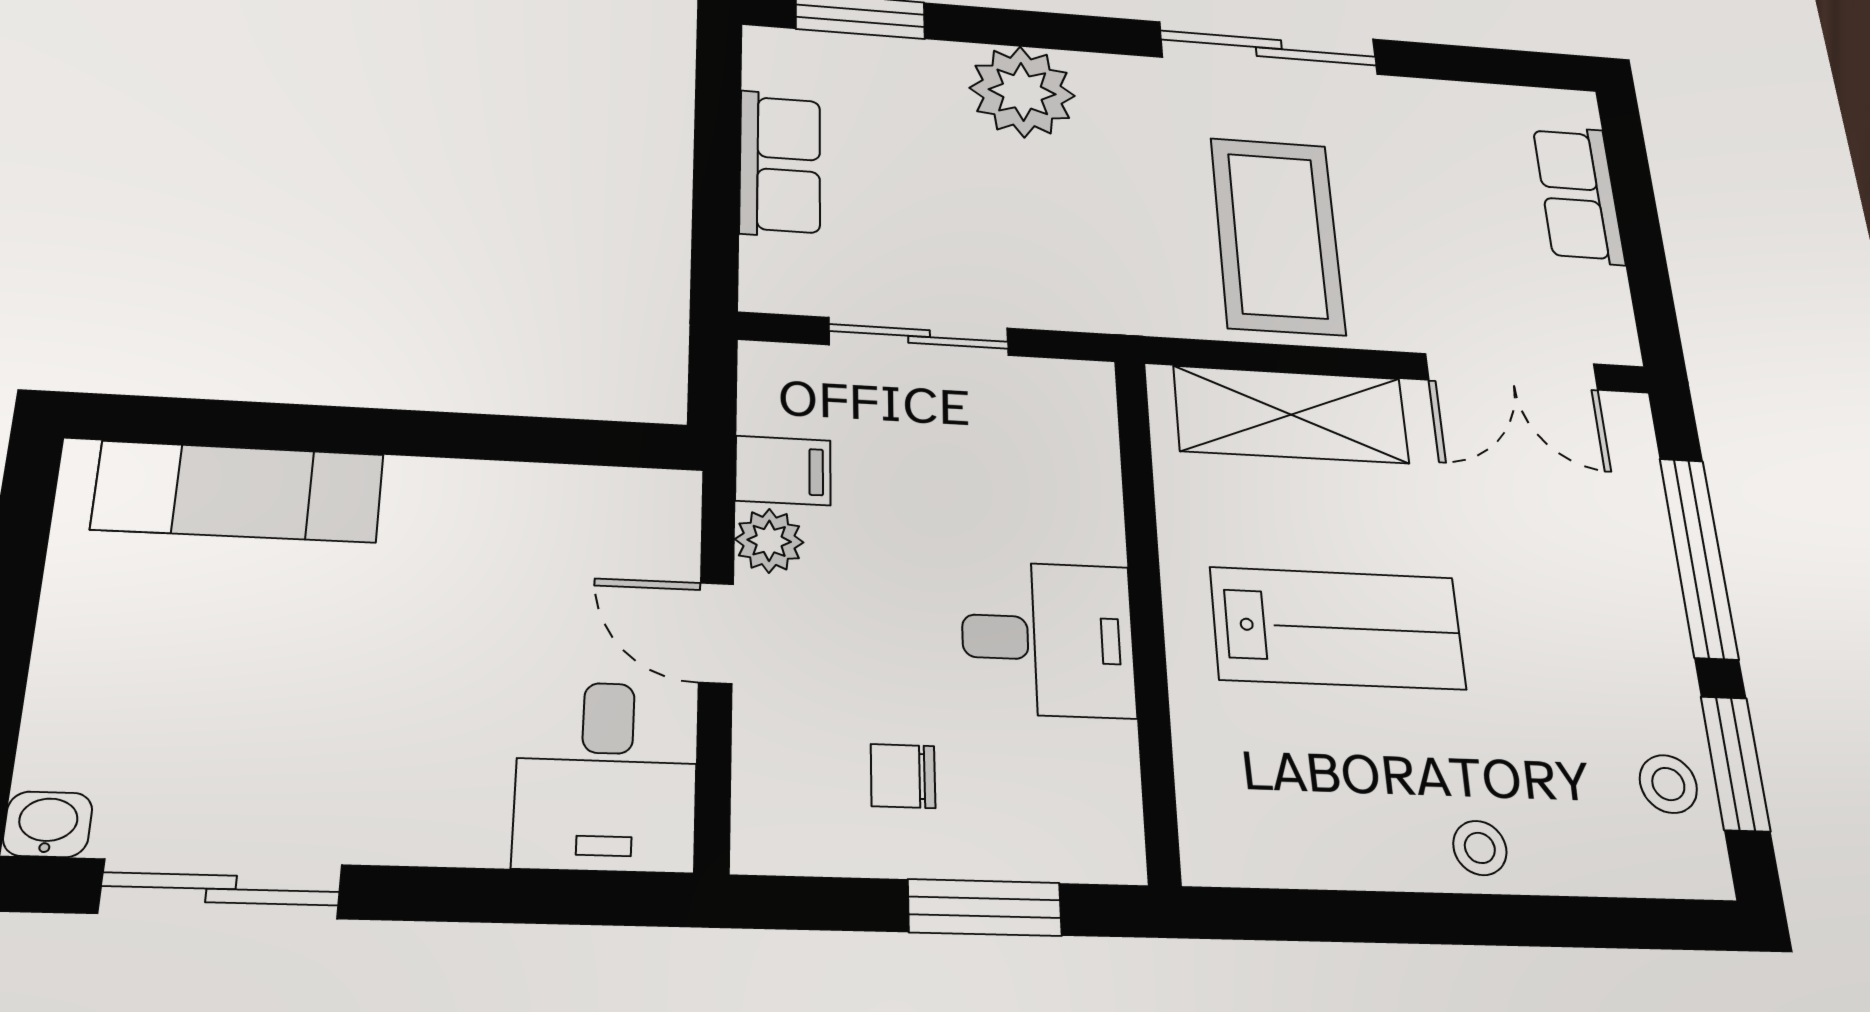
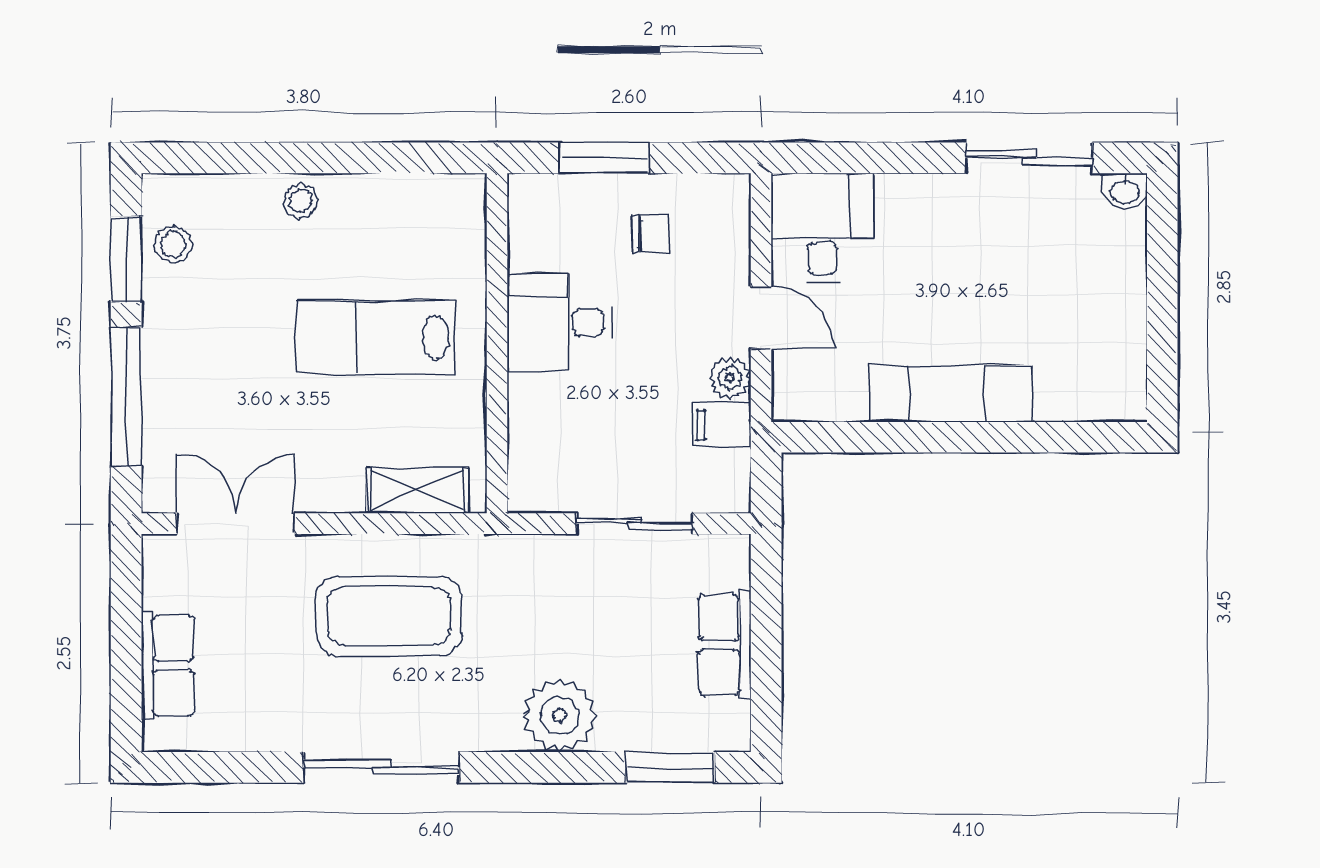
coffee table: (1277, 235) -> (389, 616), turned 90
shelving: (1291, 414) -> (417, 491), width x0.67, depth x0.75
exam couch: (239, 492) -> (951, 394), moved

